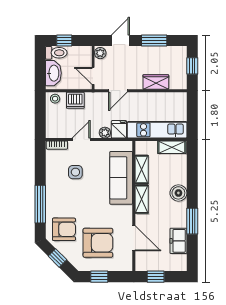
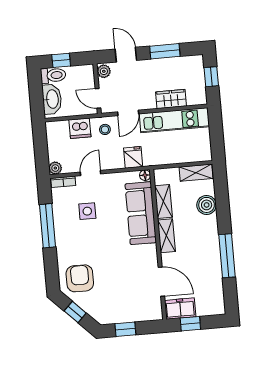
door: (120, 40) -> (126, 55), hinge flipped
stool: (55, 99) -> (105, 129), moved
kitchen unit: (157, 130) -> (174, 120), moved, turned 180
plant: (105, 133) -> (55, 168), moved
floor lamp: (128, 146) -> (145, 175), added
boiler: (178, 193) -> (207, 205), moved
window: (40, 204) -> (48, 226), moved
window: (192, 221) -> (227, 256), width x1.44
armchair: (64, 229) -> (80, 278), turned -90
freezer: (178, 241) -> (180, 309), moved, turned 90
armchair: (98, 243) -> (120, 290), removed

